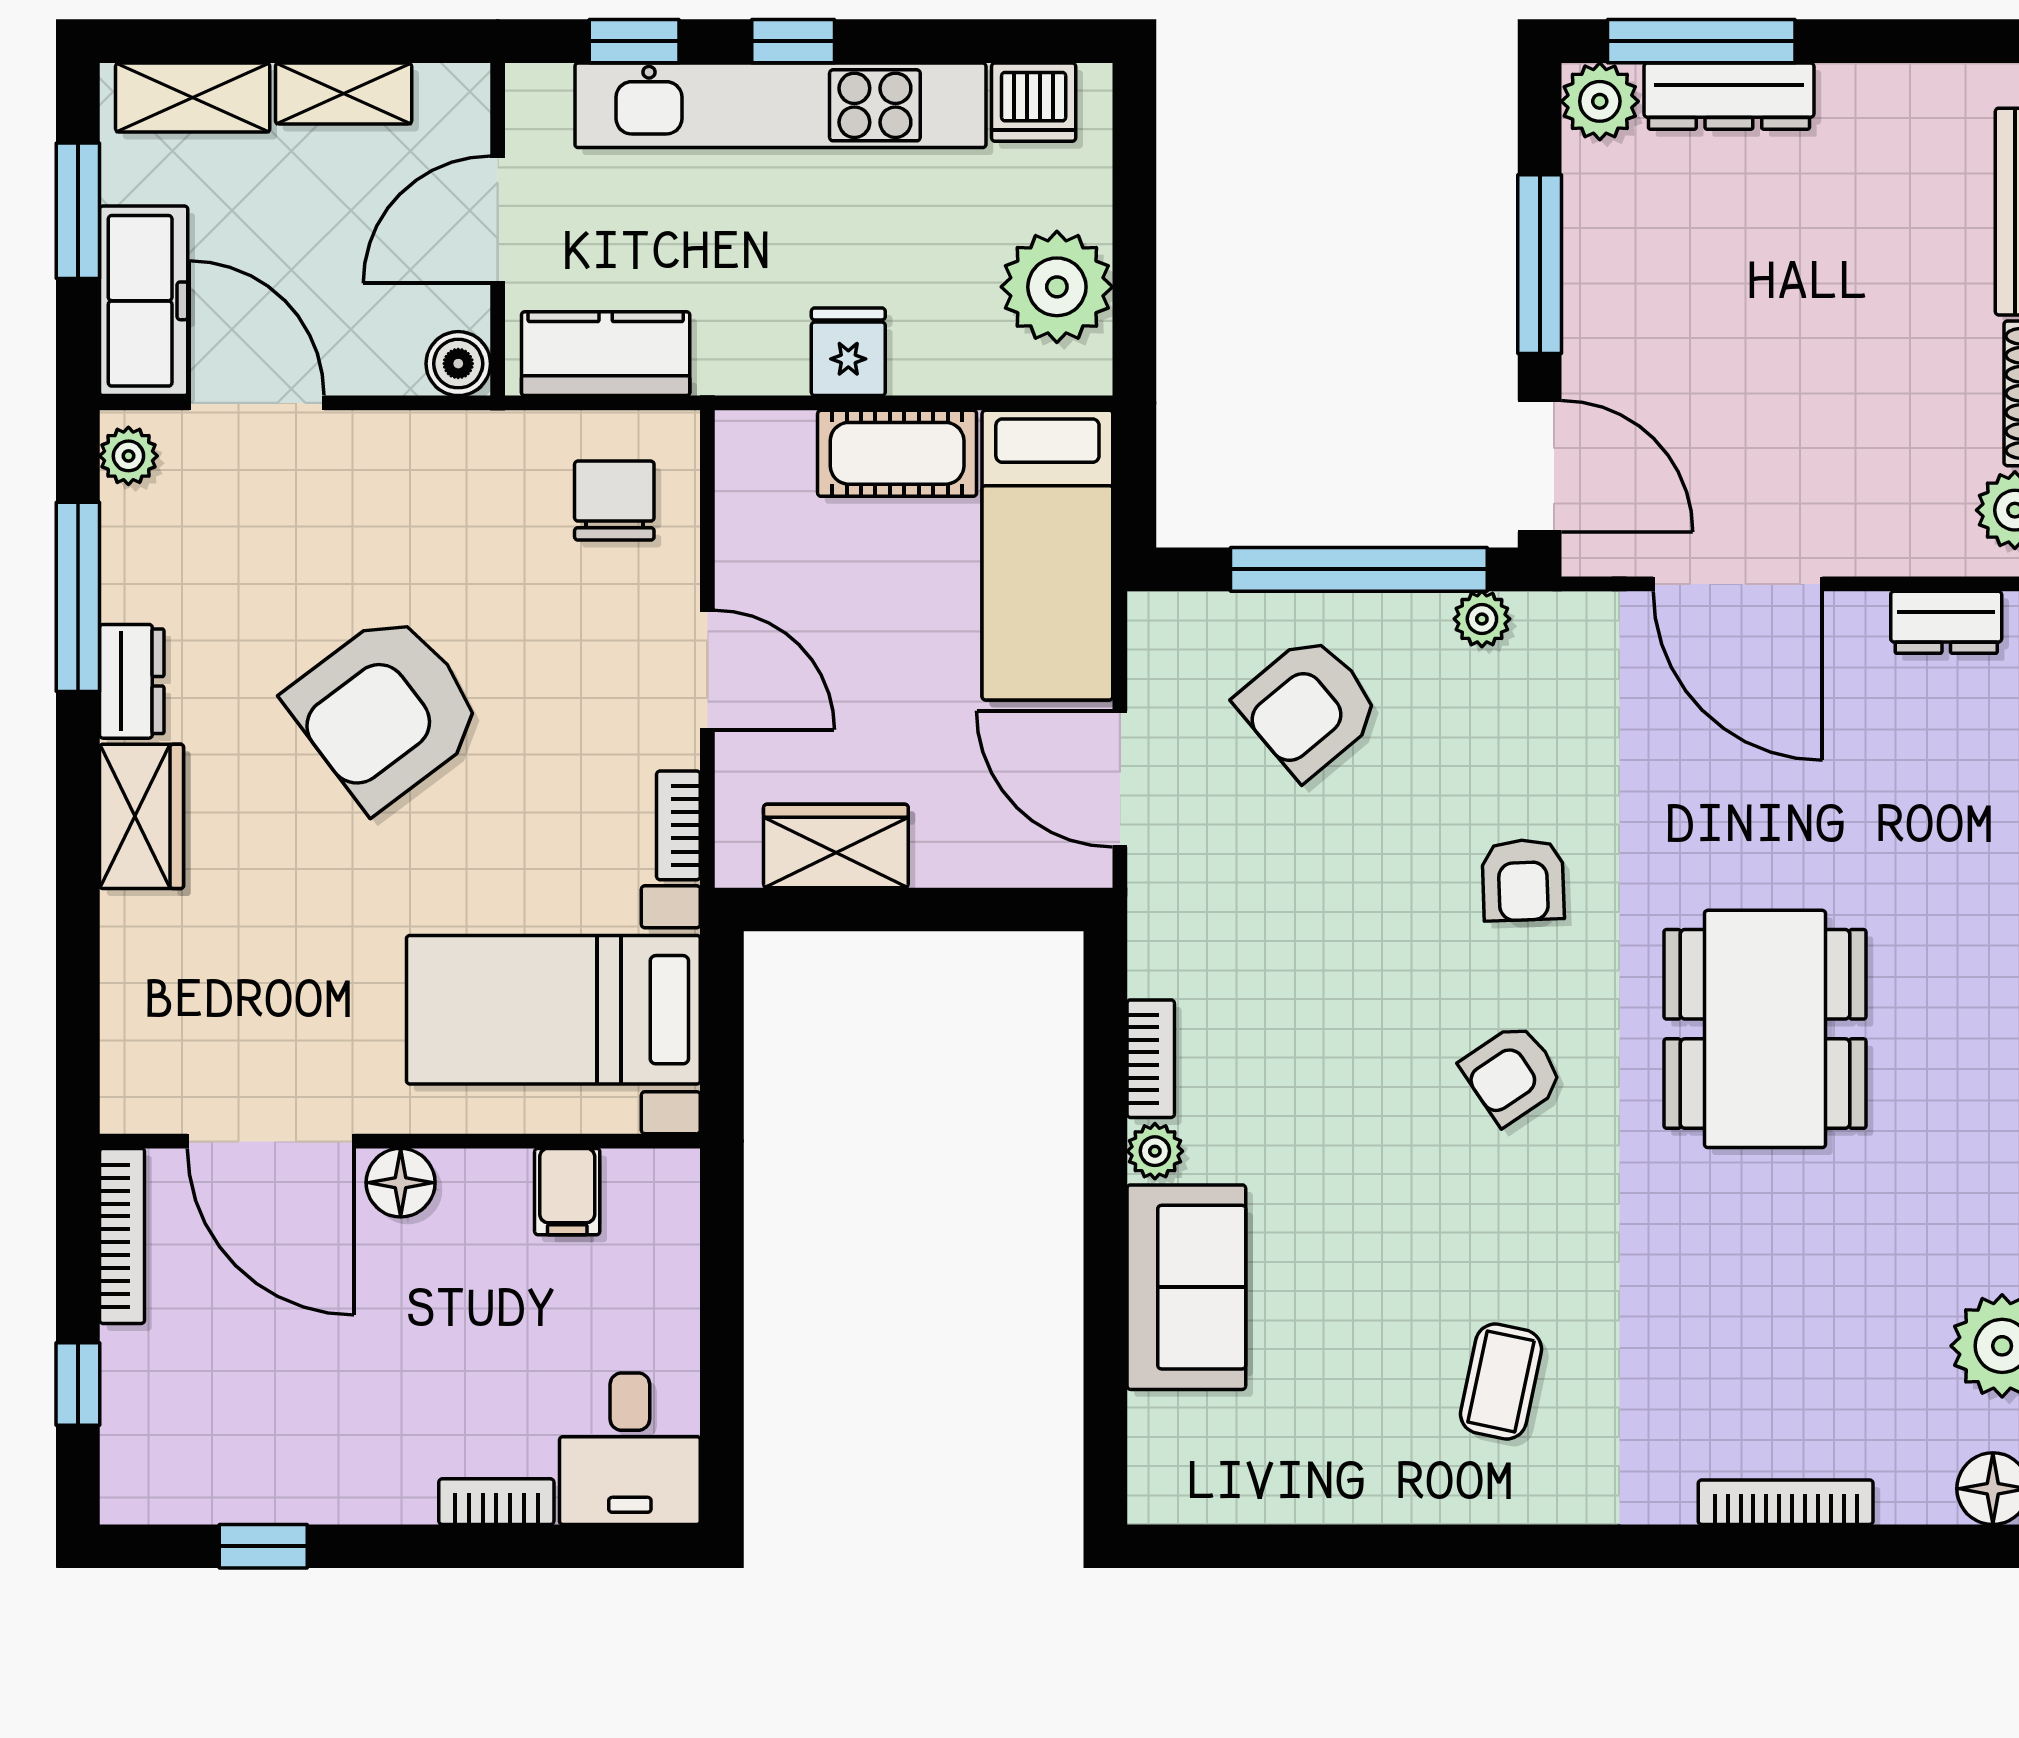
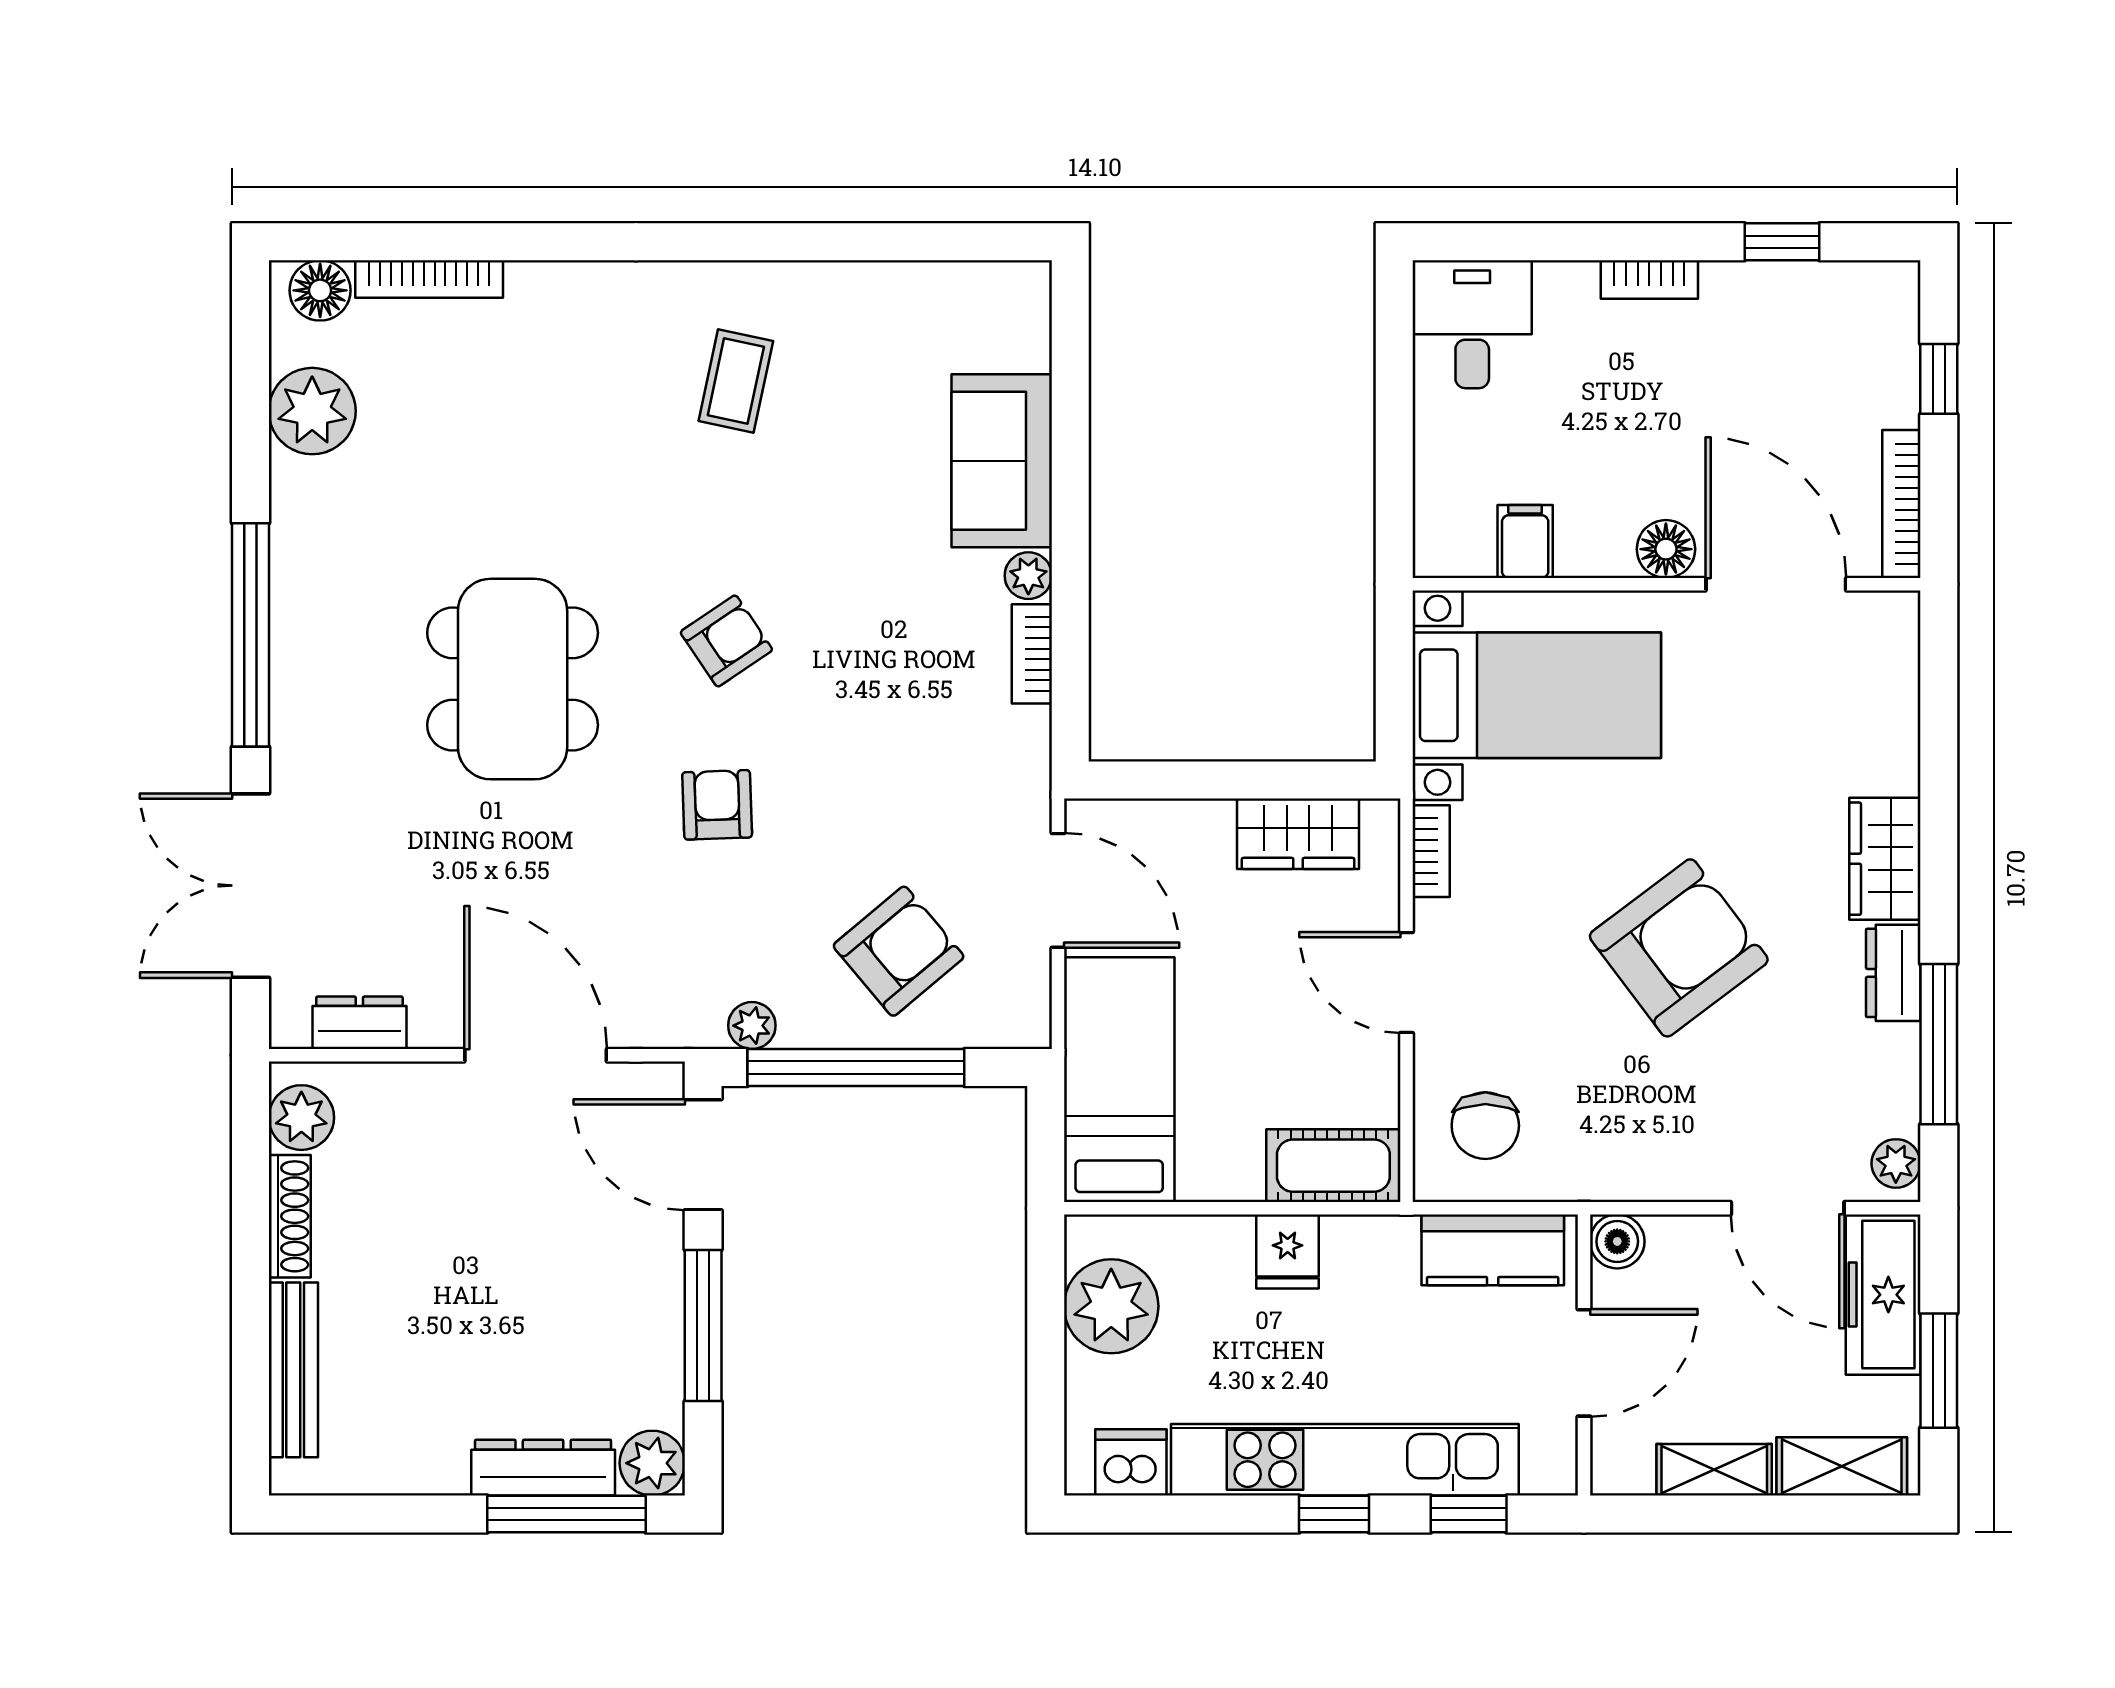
cot: (897, 453) -> (1333, 1166), moved
bookcase: (496, 1502) -> (1649, 279), moved
bookcase: (1786, 1502) -> (429, 279), moved

